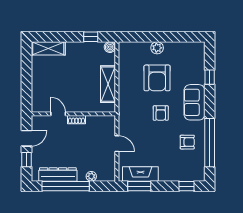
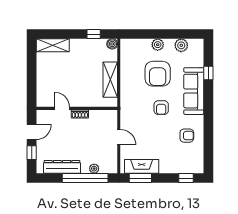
plant: (182, 49) -> (181, 45), added
sofa: (194, 102) -> (194, 91), width x1.36
window: (210, 143) -> (208, 136), removed
window: (66, 186) -> (85, 178), moved

